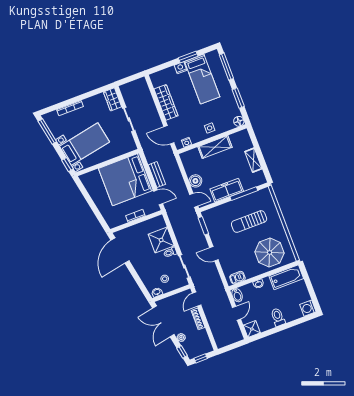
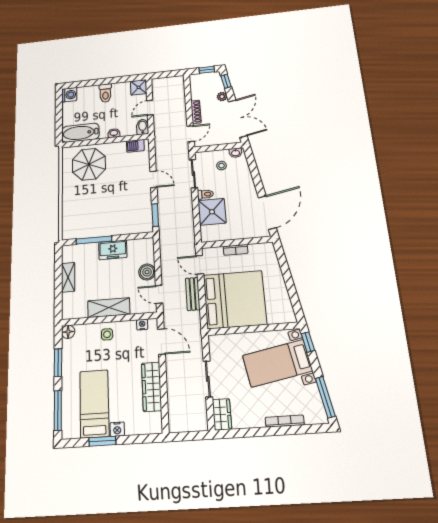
freezer: (227, 190) -> (113, 250), width x0.71
door: (194, 200) -> (159, 294), moved
sun lounger: (249, 222) -> (100, 205), removed

